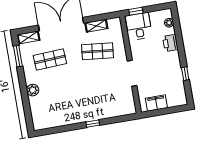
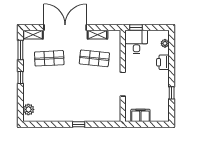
window: (23, 85) -> (20, 78), added
plant: (33, 90) -> (28, 109), moved

